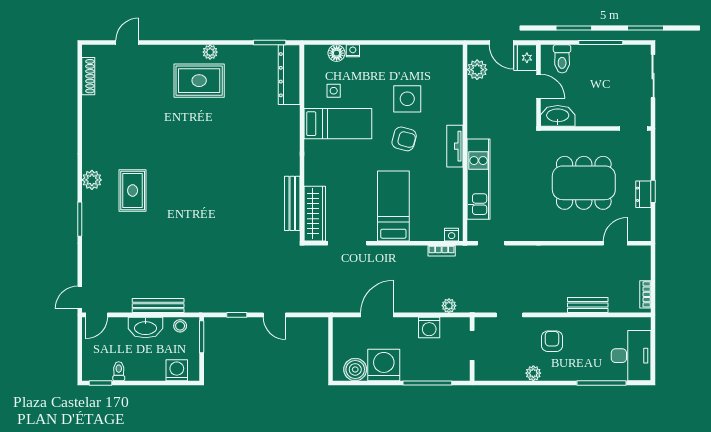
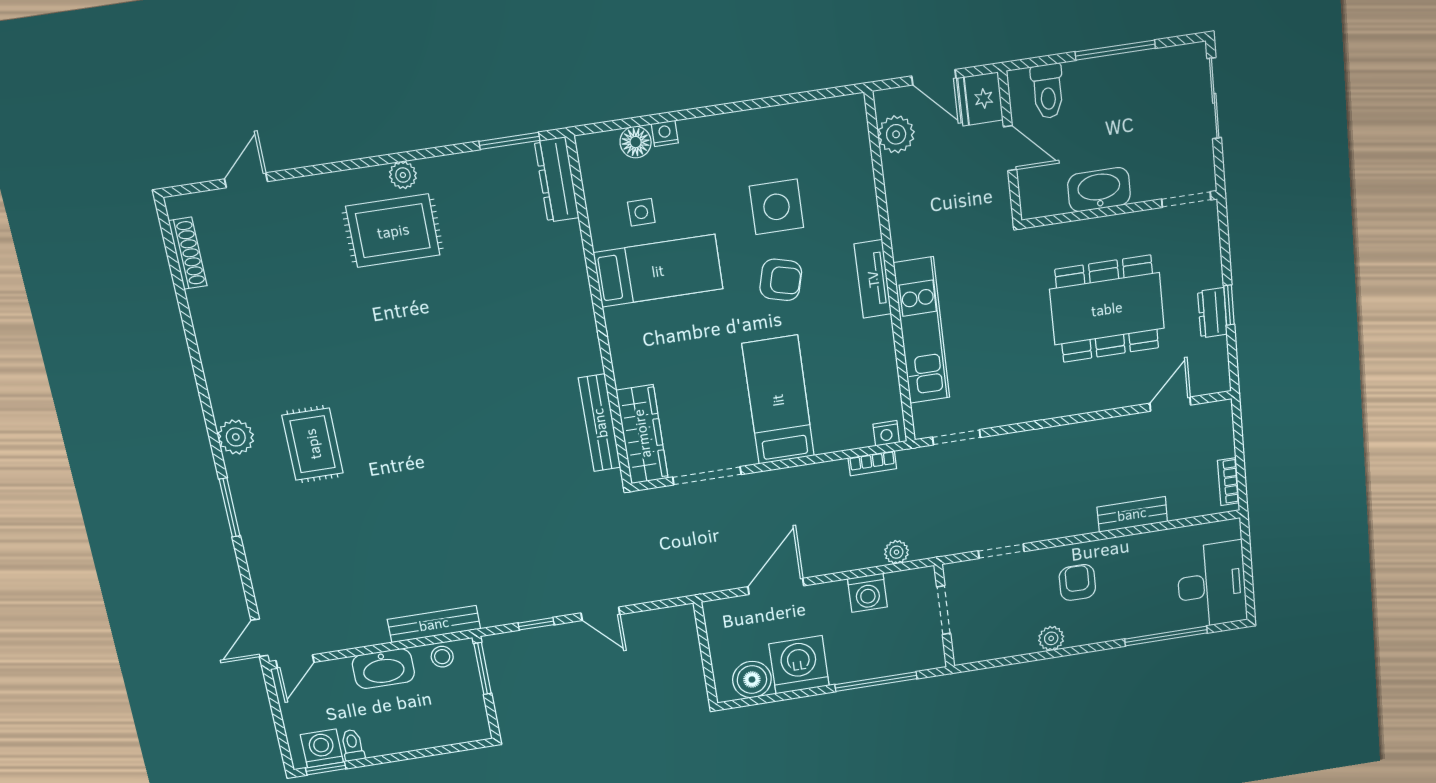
dresser: (289, 75) -> (557, 180), width x0.73, depth x0.80
washbasin: (558, 116) -> (1099, 190), moved
bench: (158, 306) -> (434, 624), moved
washing machine: (177, 370) -> (322, 748), moved

